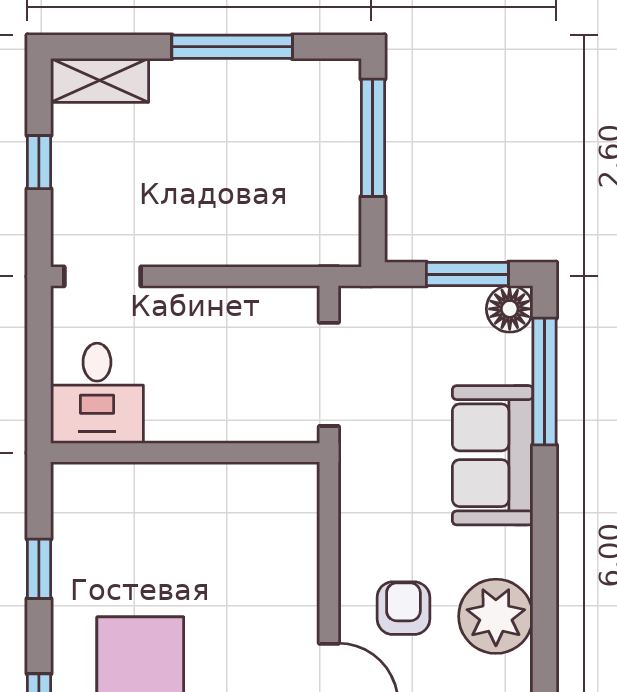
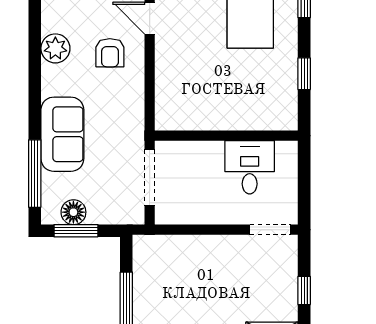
floor lamp: (510, 309) -> (73, 212), moved
desk: (97, 393) -> (250, 167), moved
plant: (496, 616) -> (55, 48), width x0.73, depth x0.73

